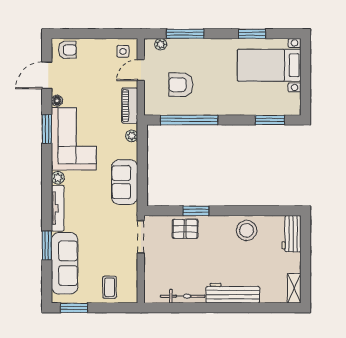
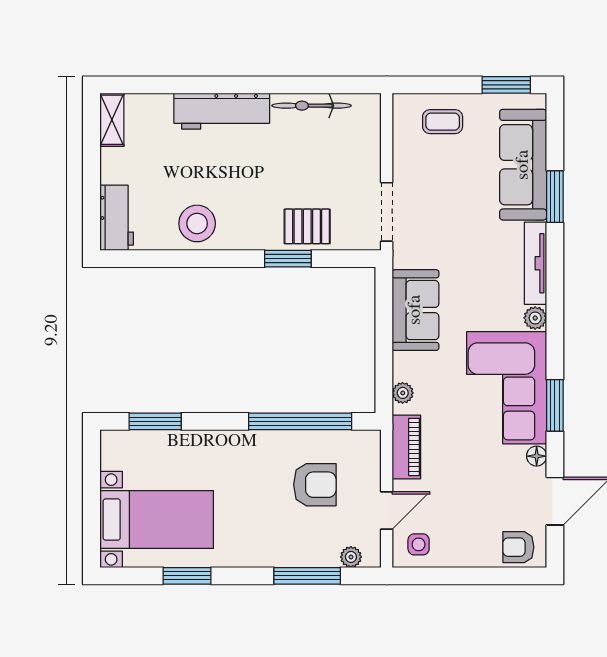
coffee table: (110, 287) -> (443, 122), turned 90

